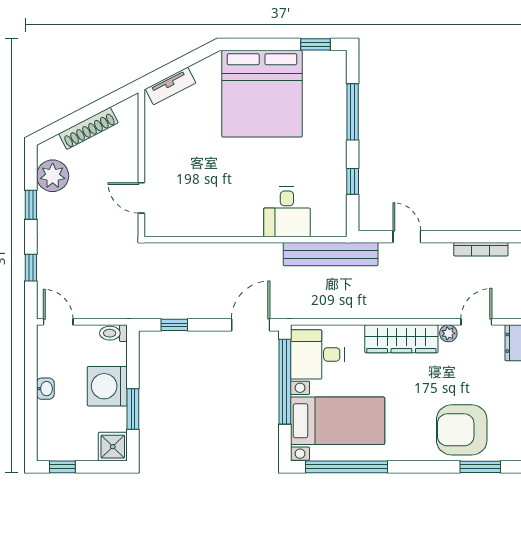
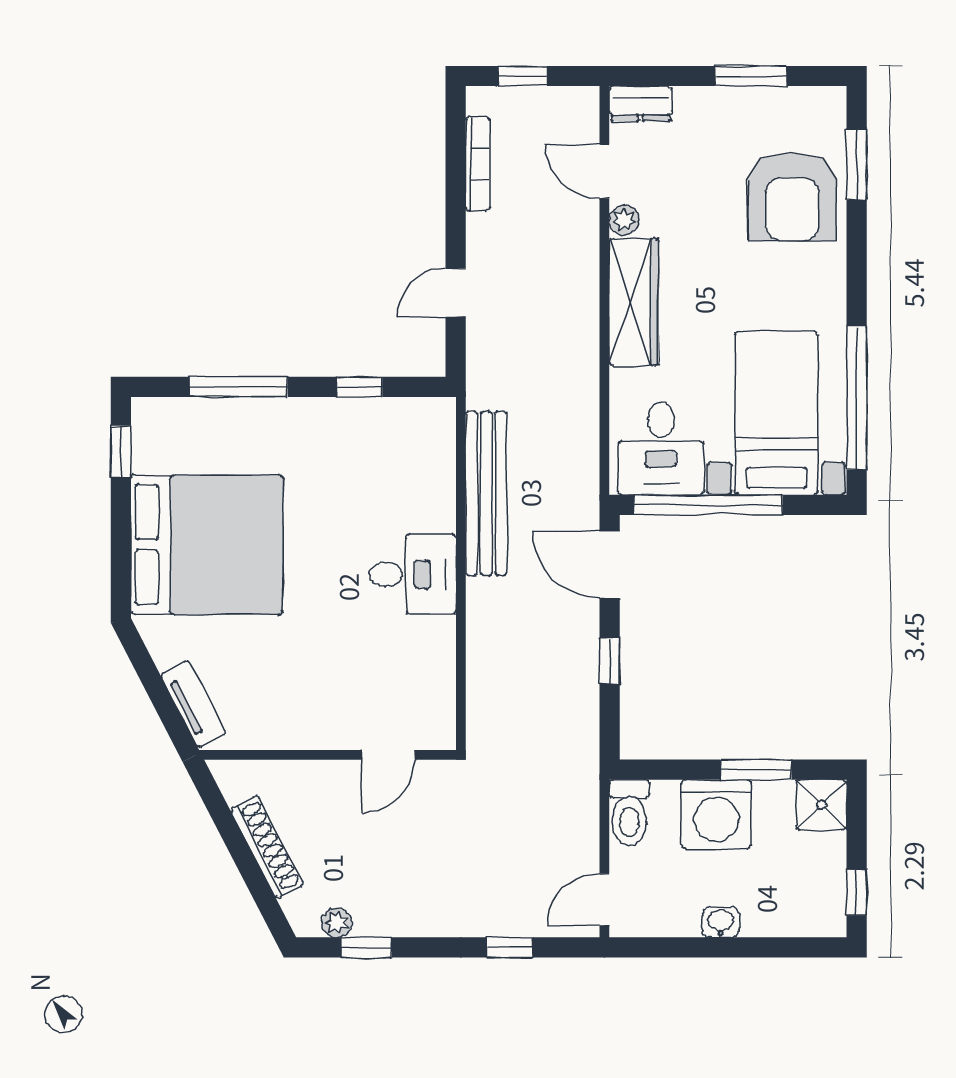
plant: (53, 176) -> (337, 923), width x0.53, depth x0.53
window: (31, 205) -> (366, 947), moved
desk: (287, 212) -> (413, 574), moved
bench: (331, 254) -> (486, 493), moved
window: (174, 325) -> (610, 661), moved
toilet: (113, 333) -> (629, 813), width x1.37, depth x1.39

